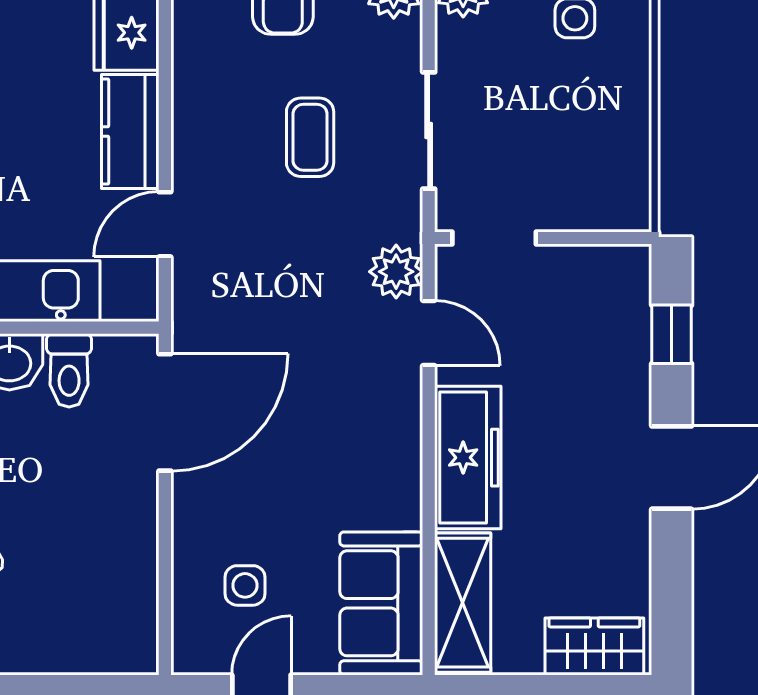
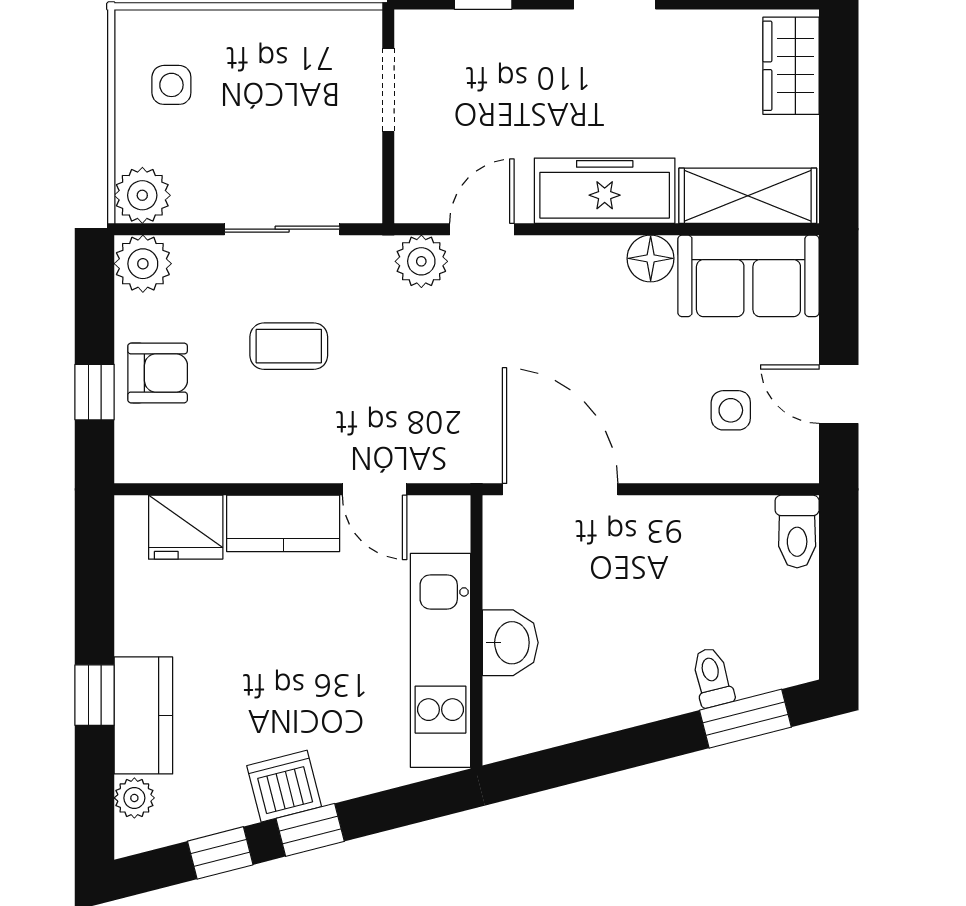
doorway: (494, 238) -> (388, 90), moved
toilet: (69, 370) -> (797, 532), moved, turned 90
floor lamp: (399, 504) -> (651, 258), added

